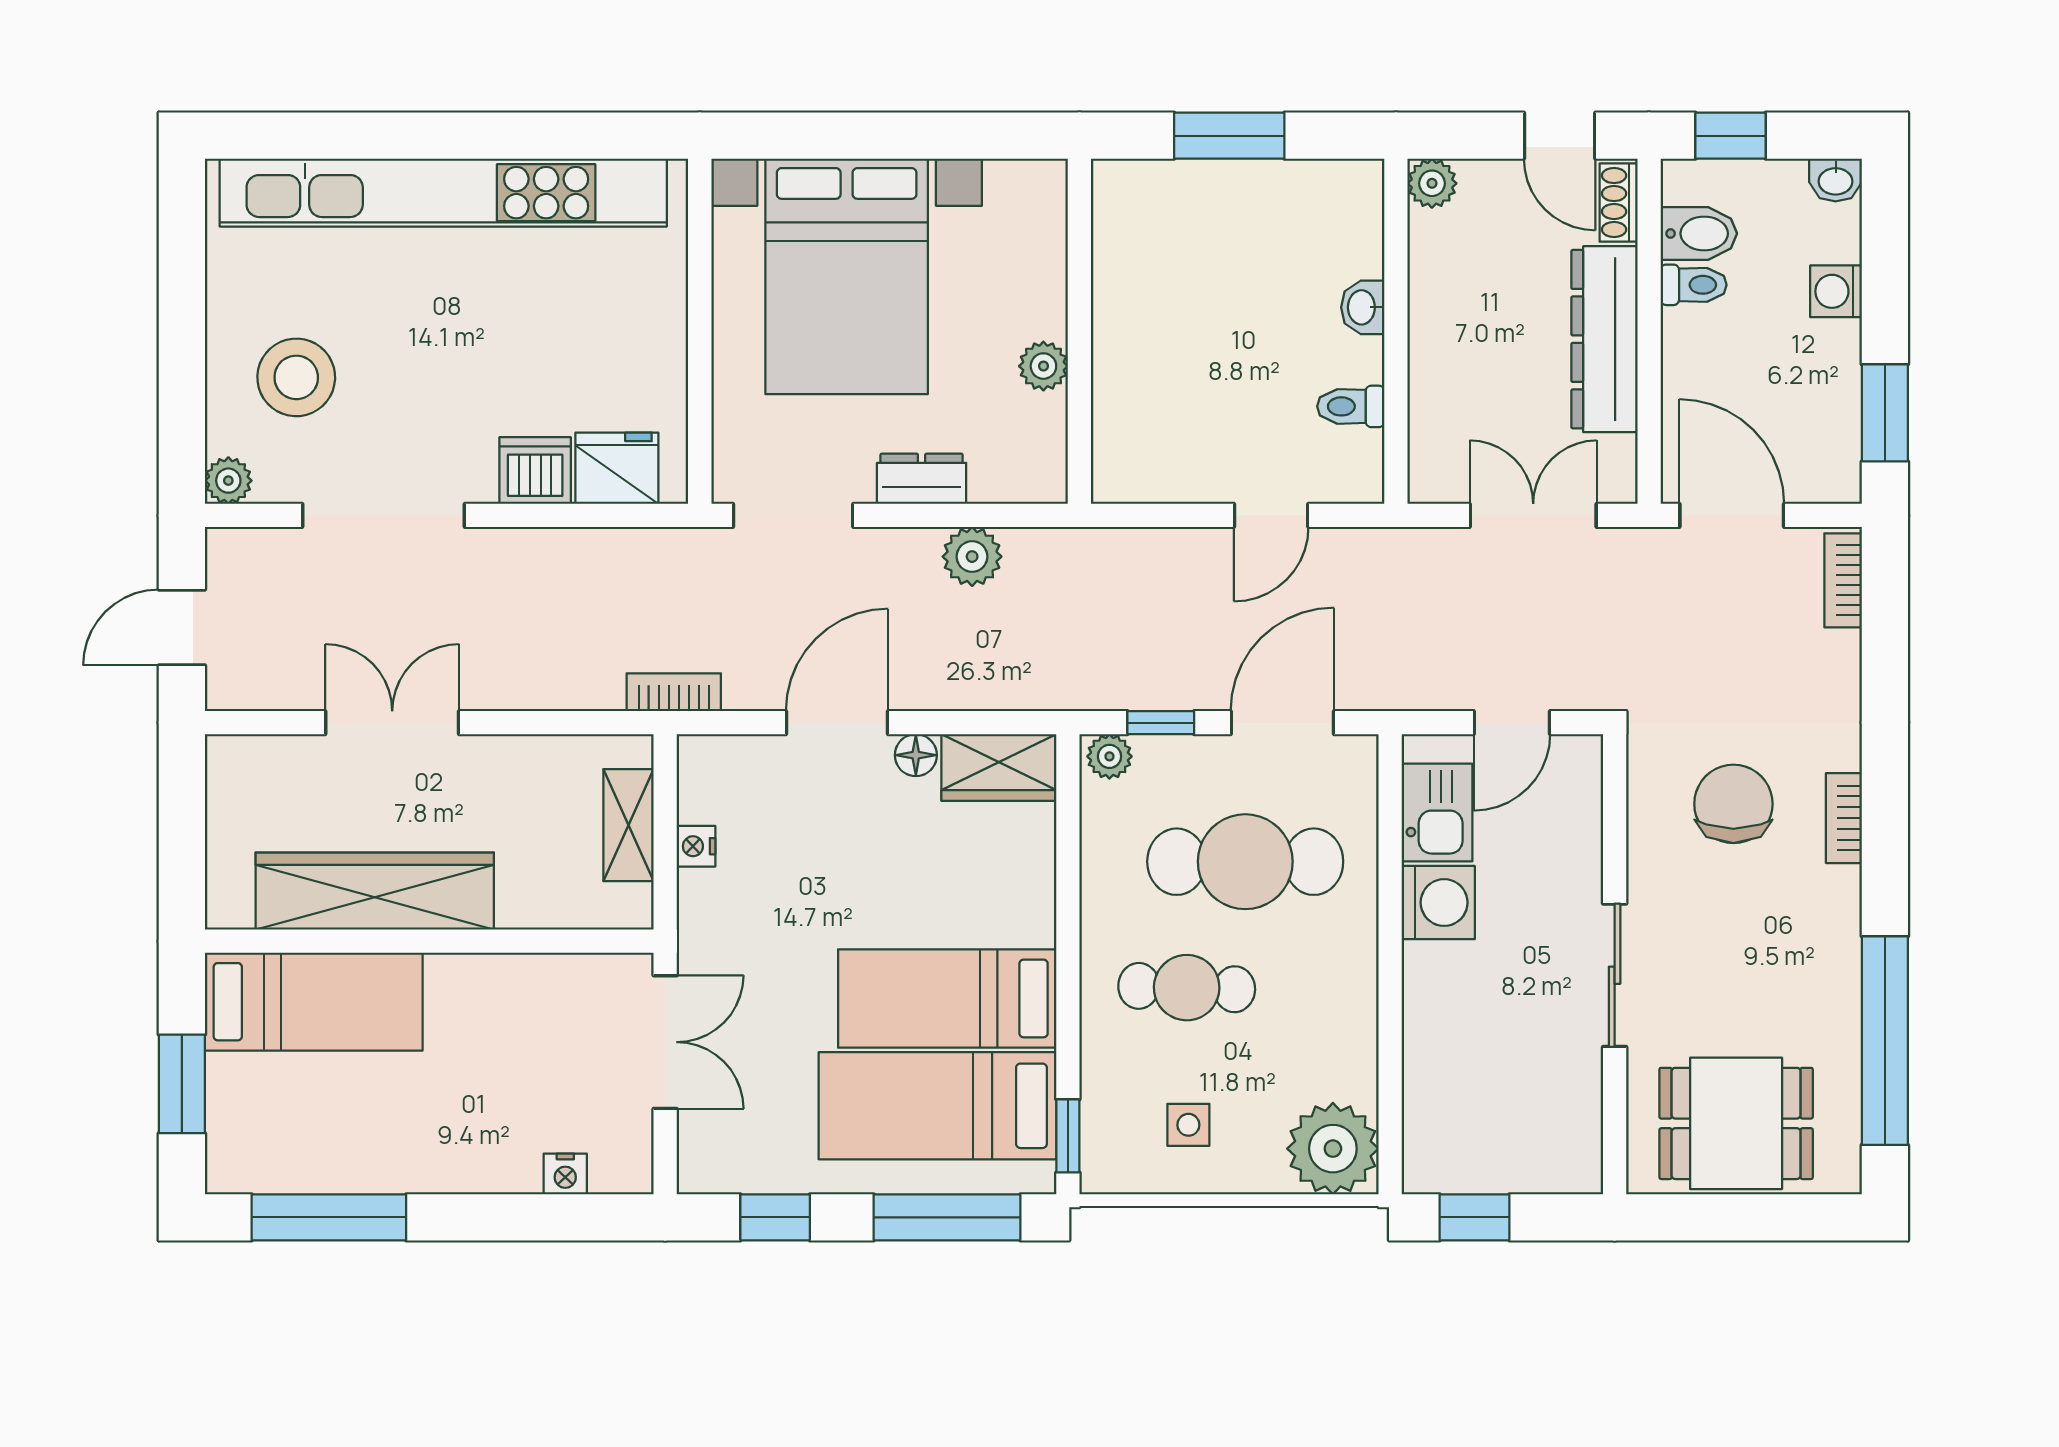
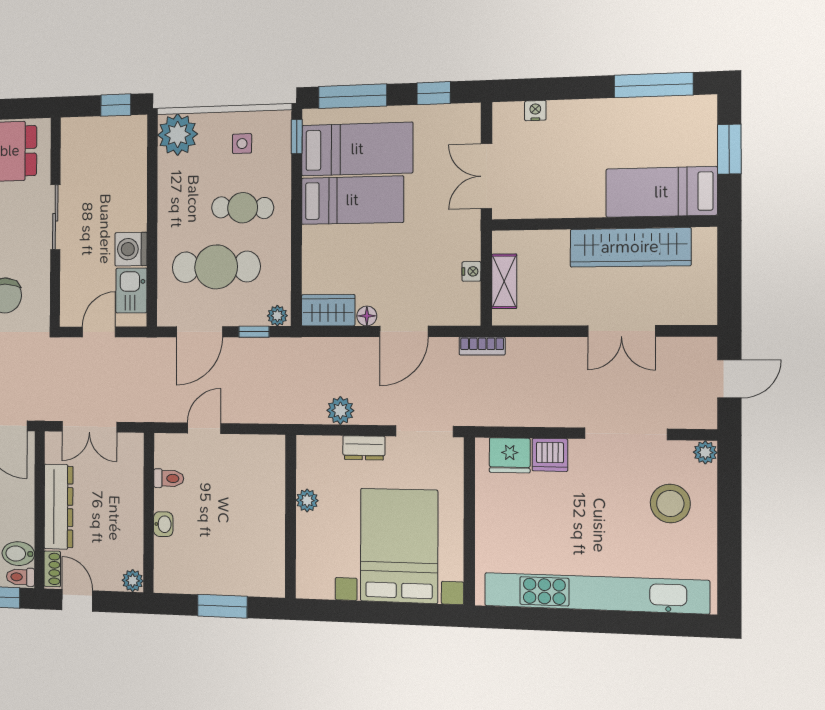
toilet: (1694, 285) -> (20, 577), moved

